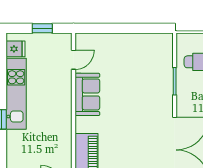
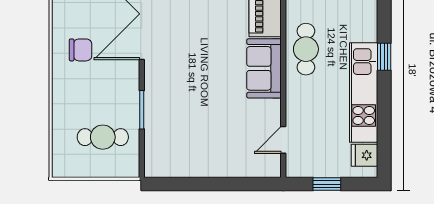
sofa: (87, 94) -> (264, 68), moved
cafe table: (57, 125) -> (306, 49), added

